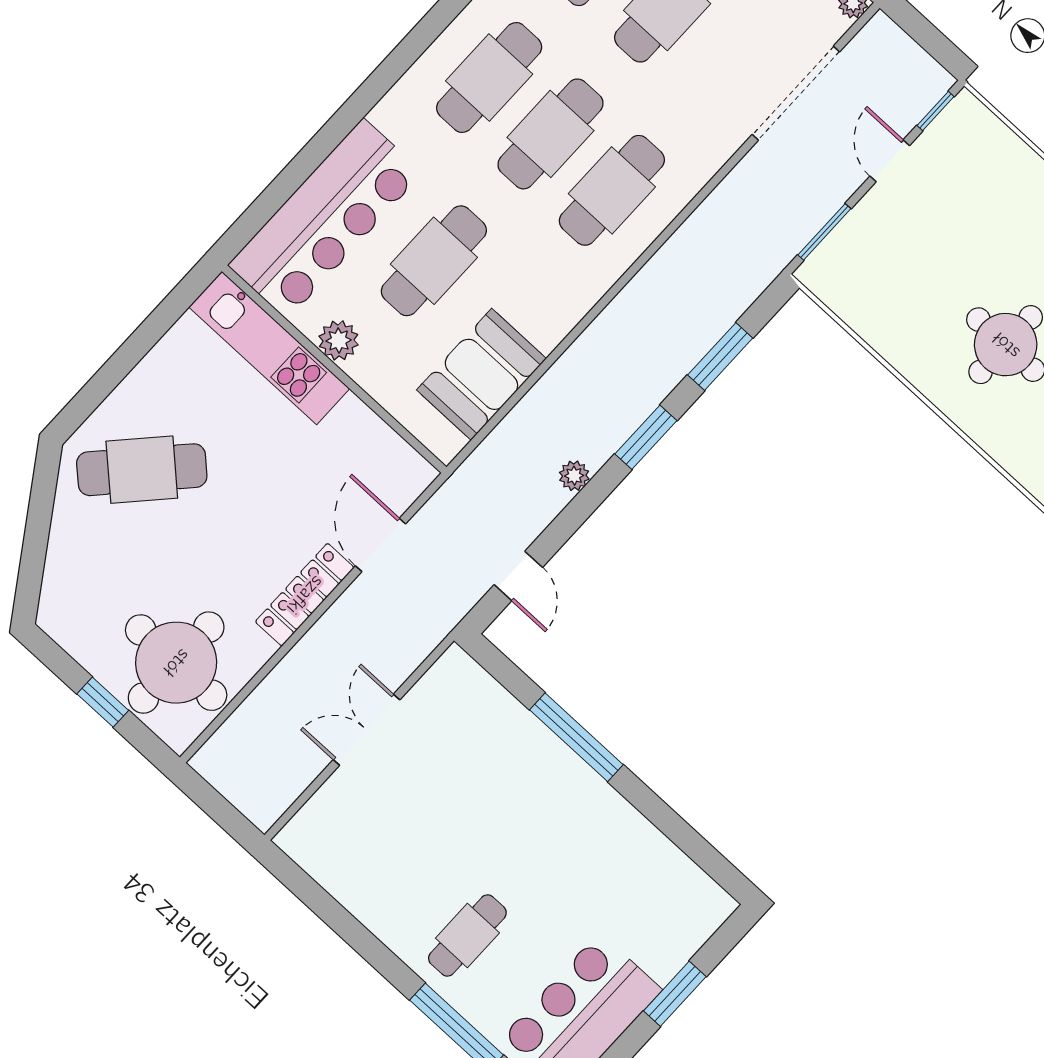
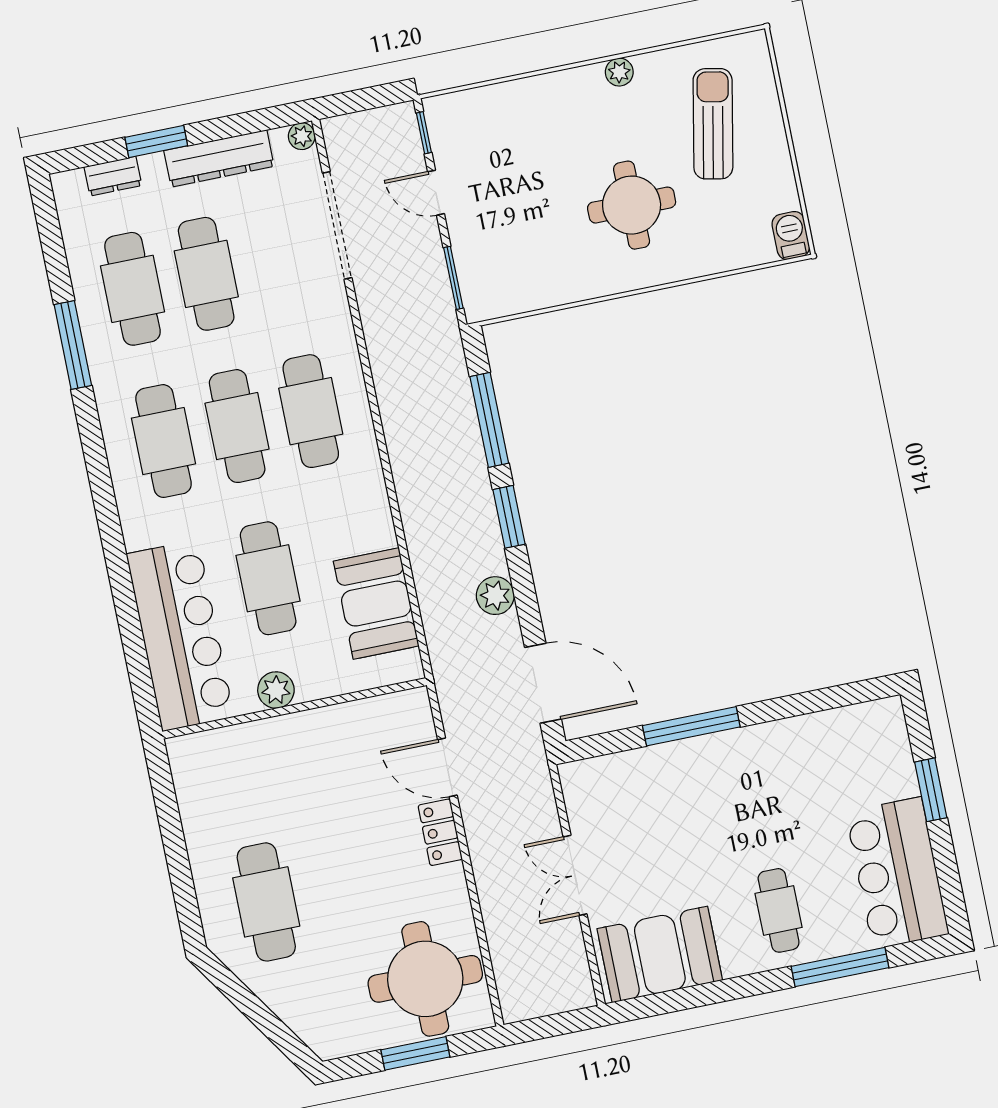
kitchen unit: (269, 348) -> (245, 745), removed
window: (720, 356) -> (489, 420), width x1.44
cafe table: (142, 470) -> (266, 902), turned -43
plant: (574, 476) -> (495, 596), width x1.38, depth x1.38
door: (518, 576) -> (543, 683), width x1.88
locker: (305, 595) -> (440, 832), width x0.66
window: (103, 702) -> (415, 1053), width x1.50
booth: (351, 857) -> (660, 954), added

